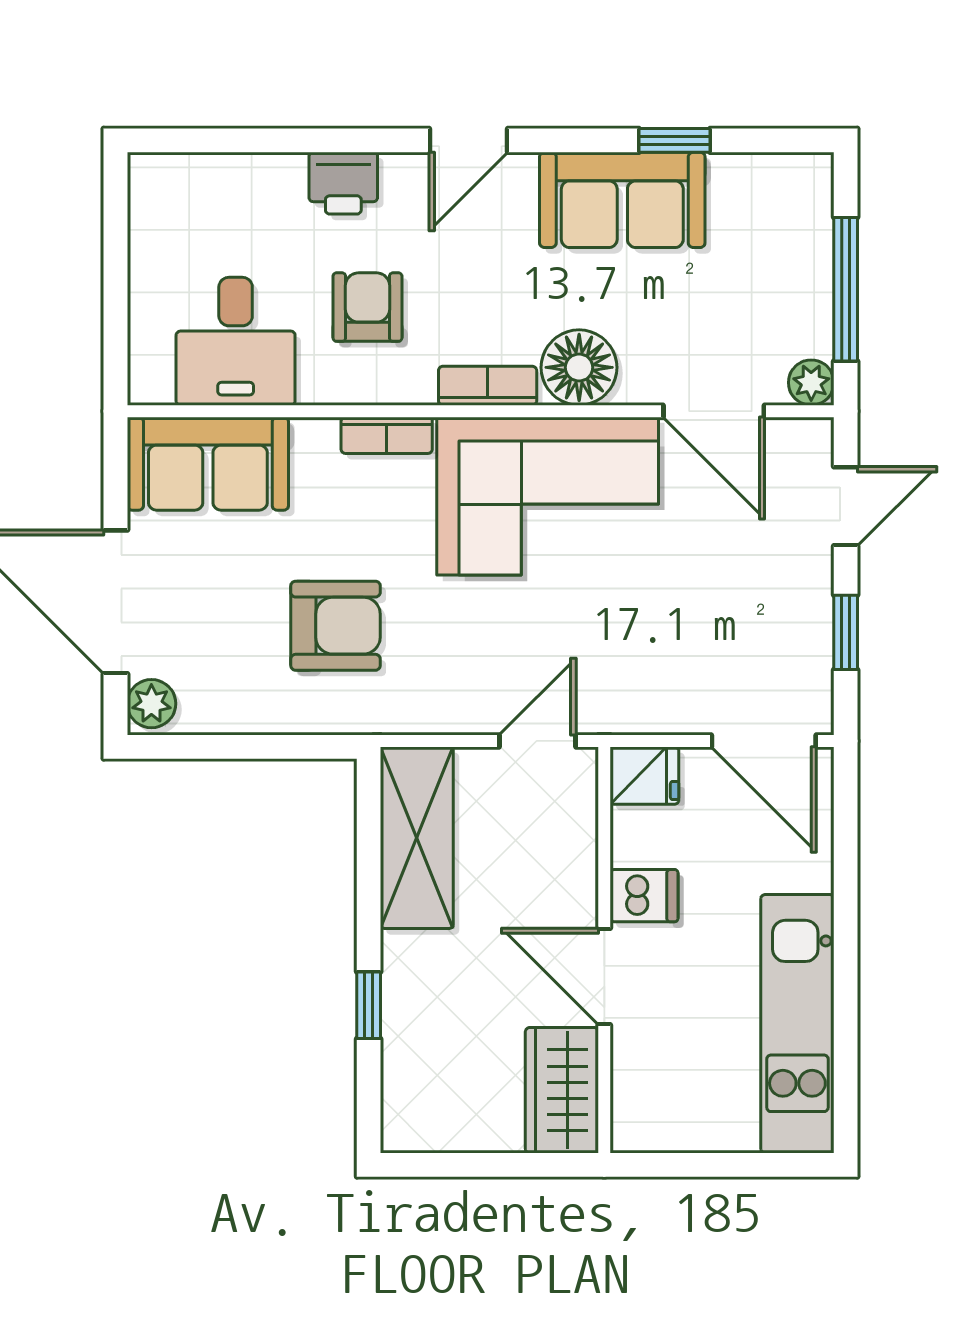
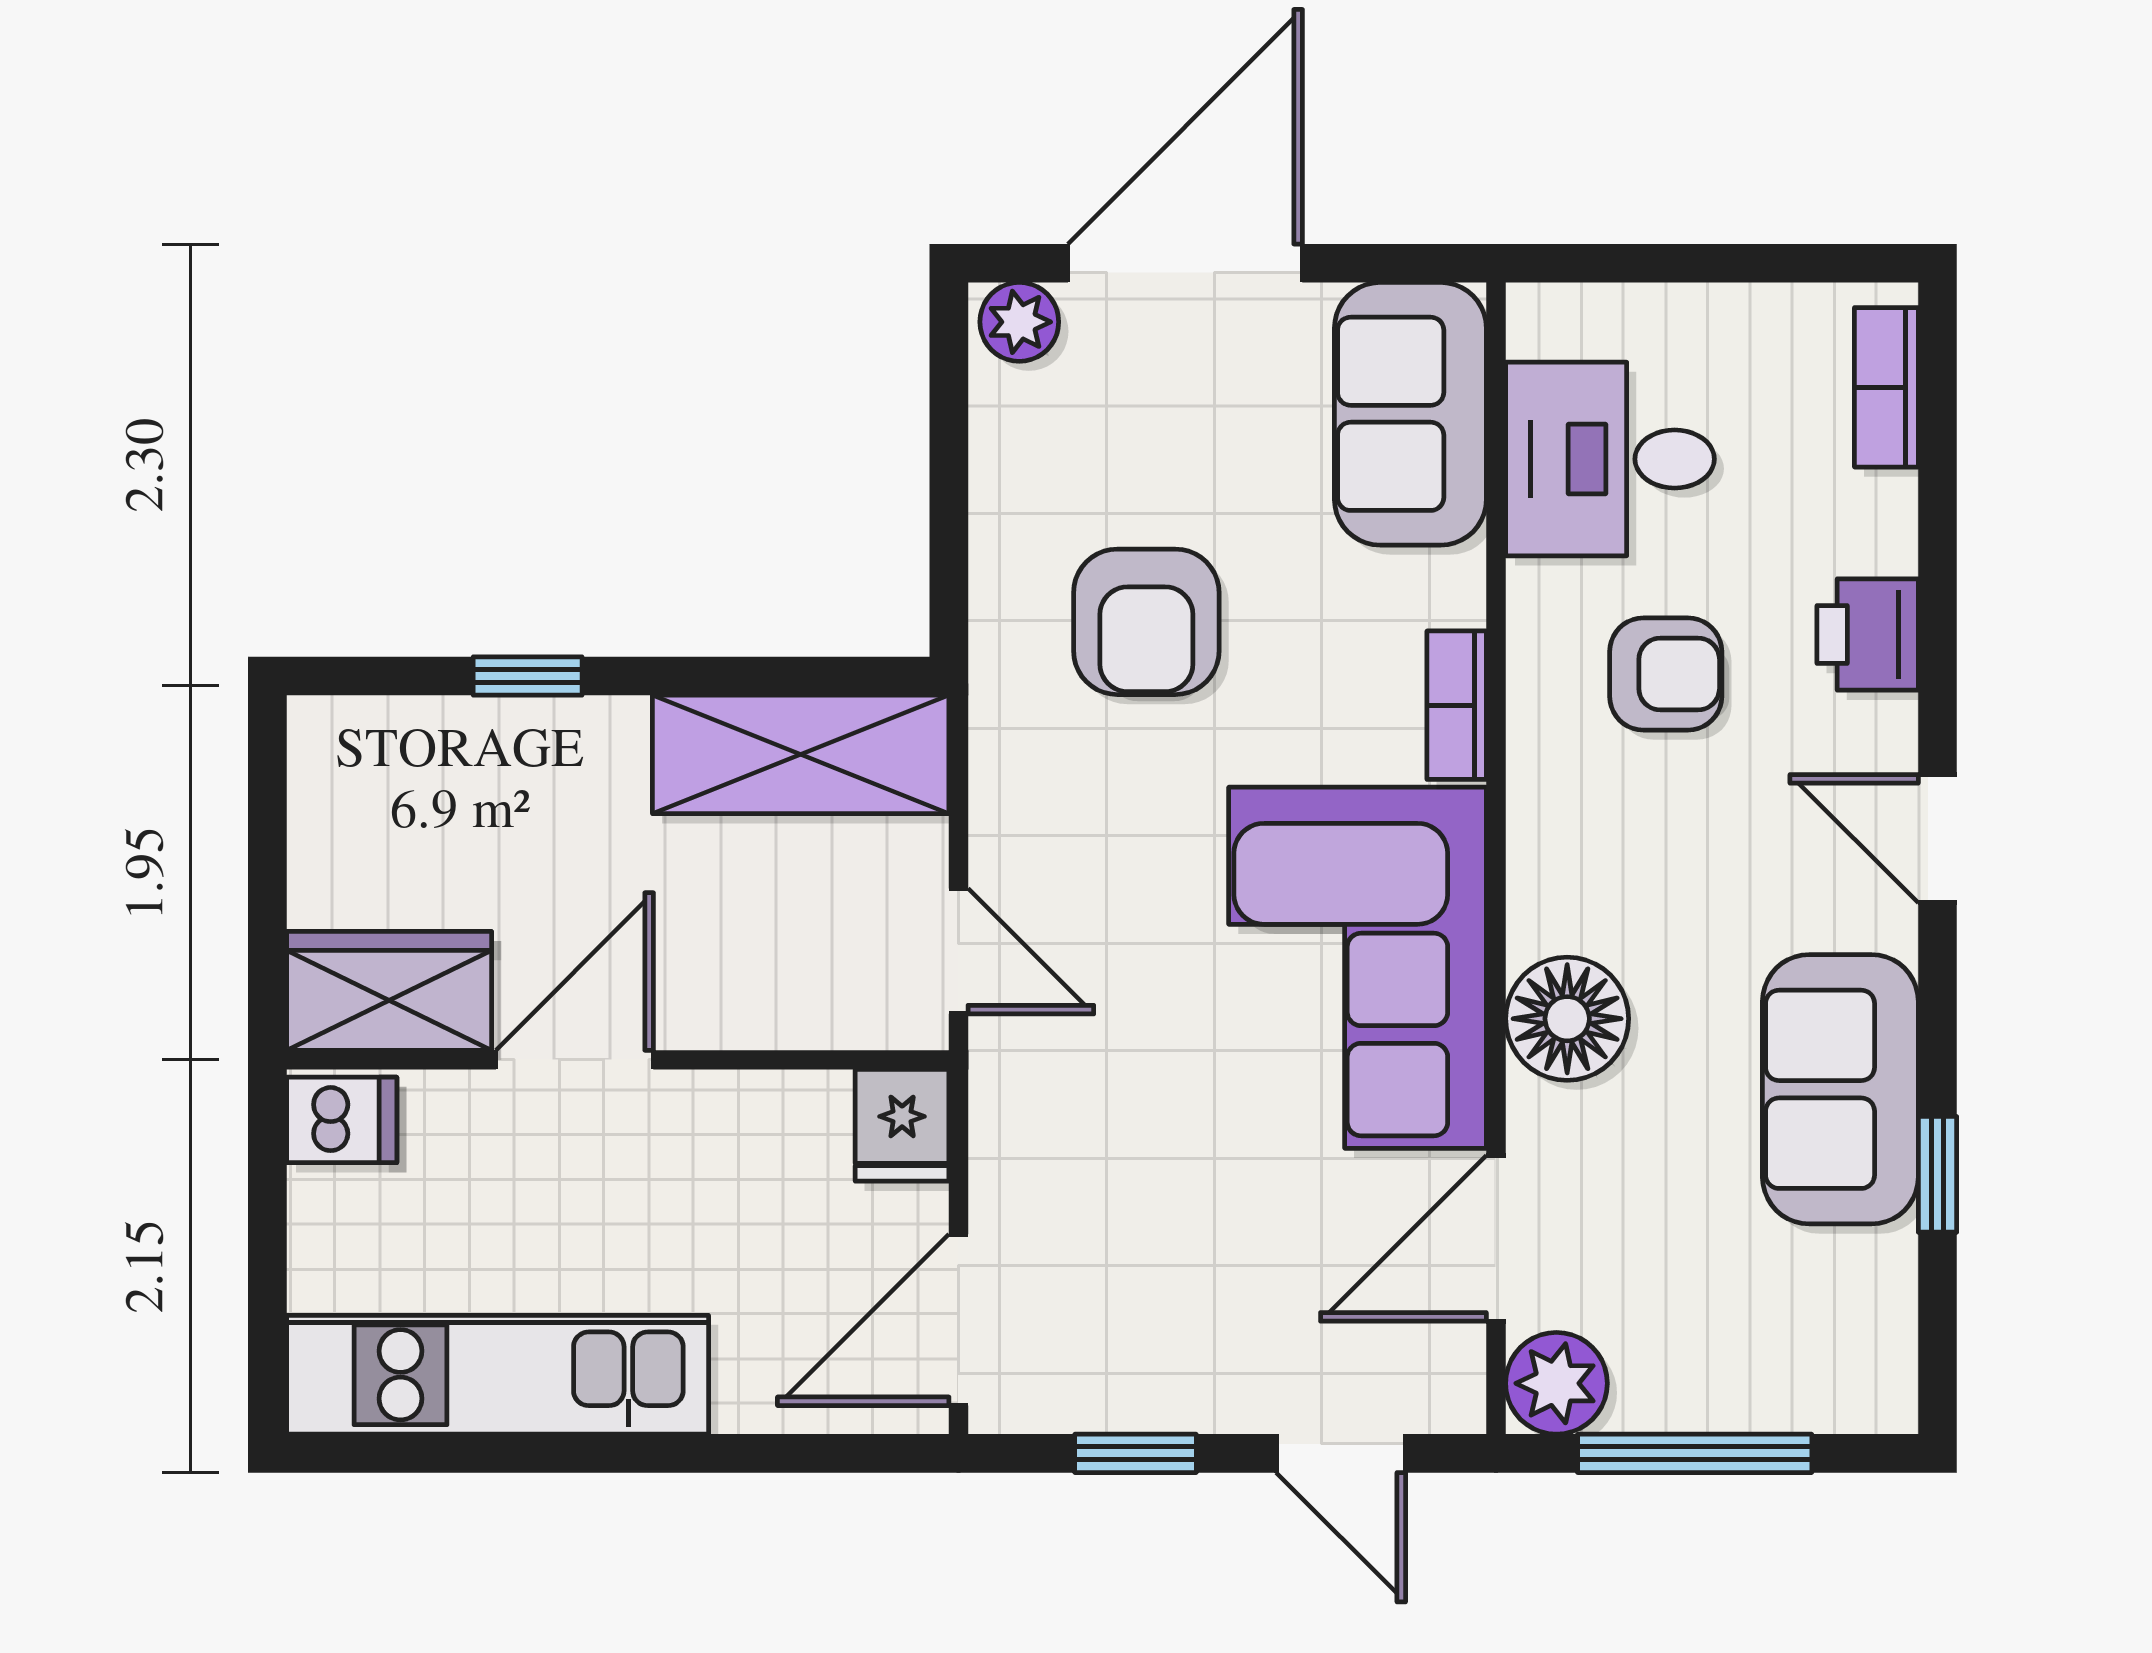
plant: (811, 383) -> (1556, 1383), width x1.38, depth x1.38
bookcase: (488, 386) -> (1886, 387), moved, turned 180
dishwasher: (644, 896) -> (342, 1120), moved, turned -90

